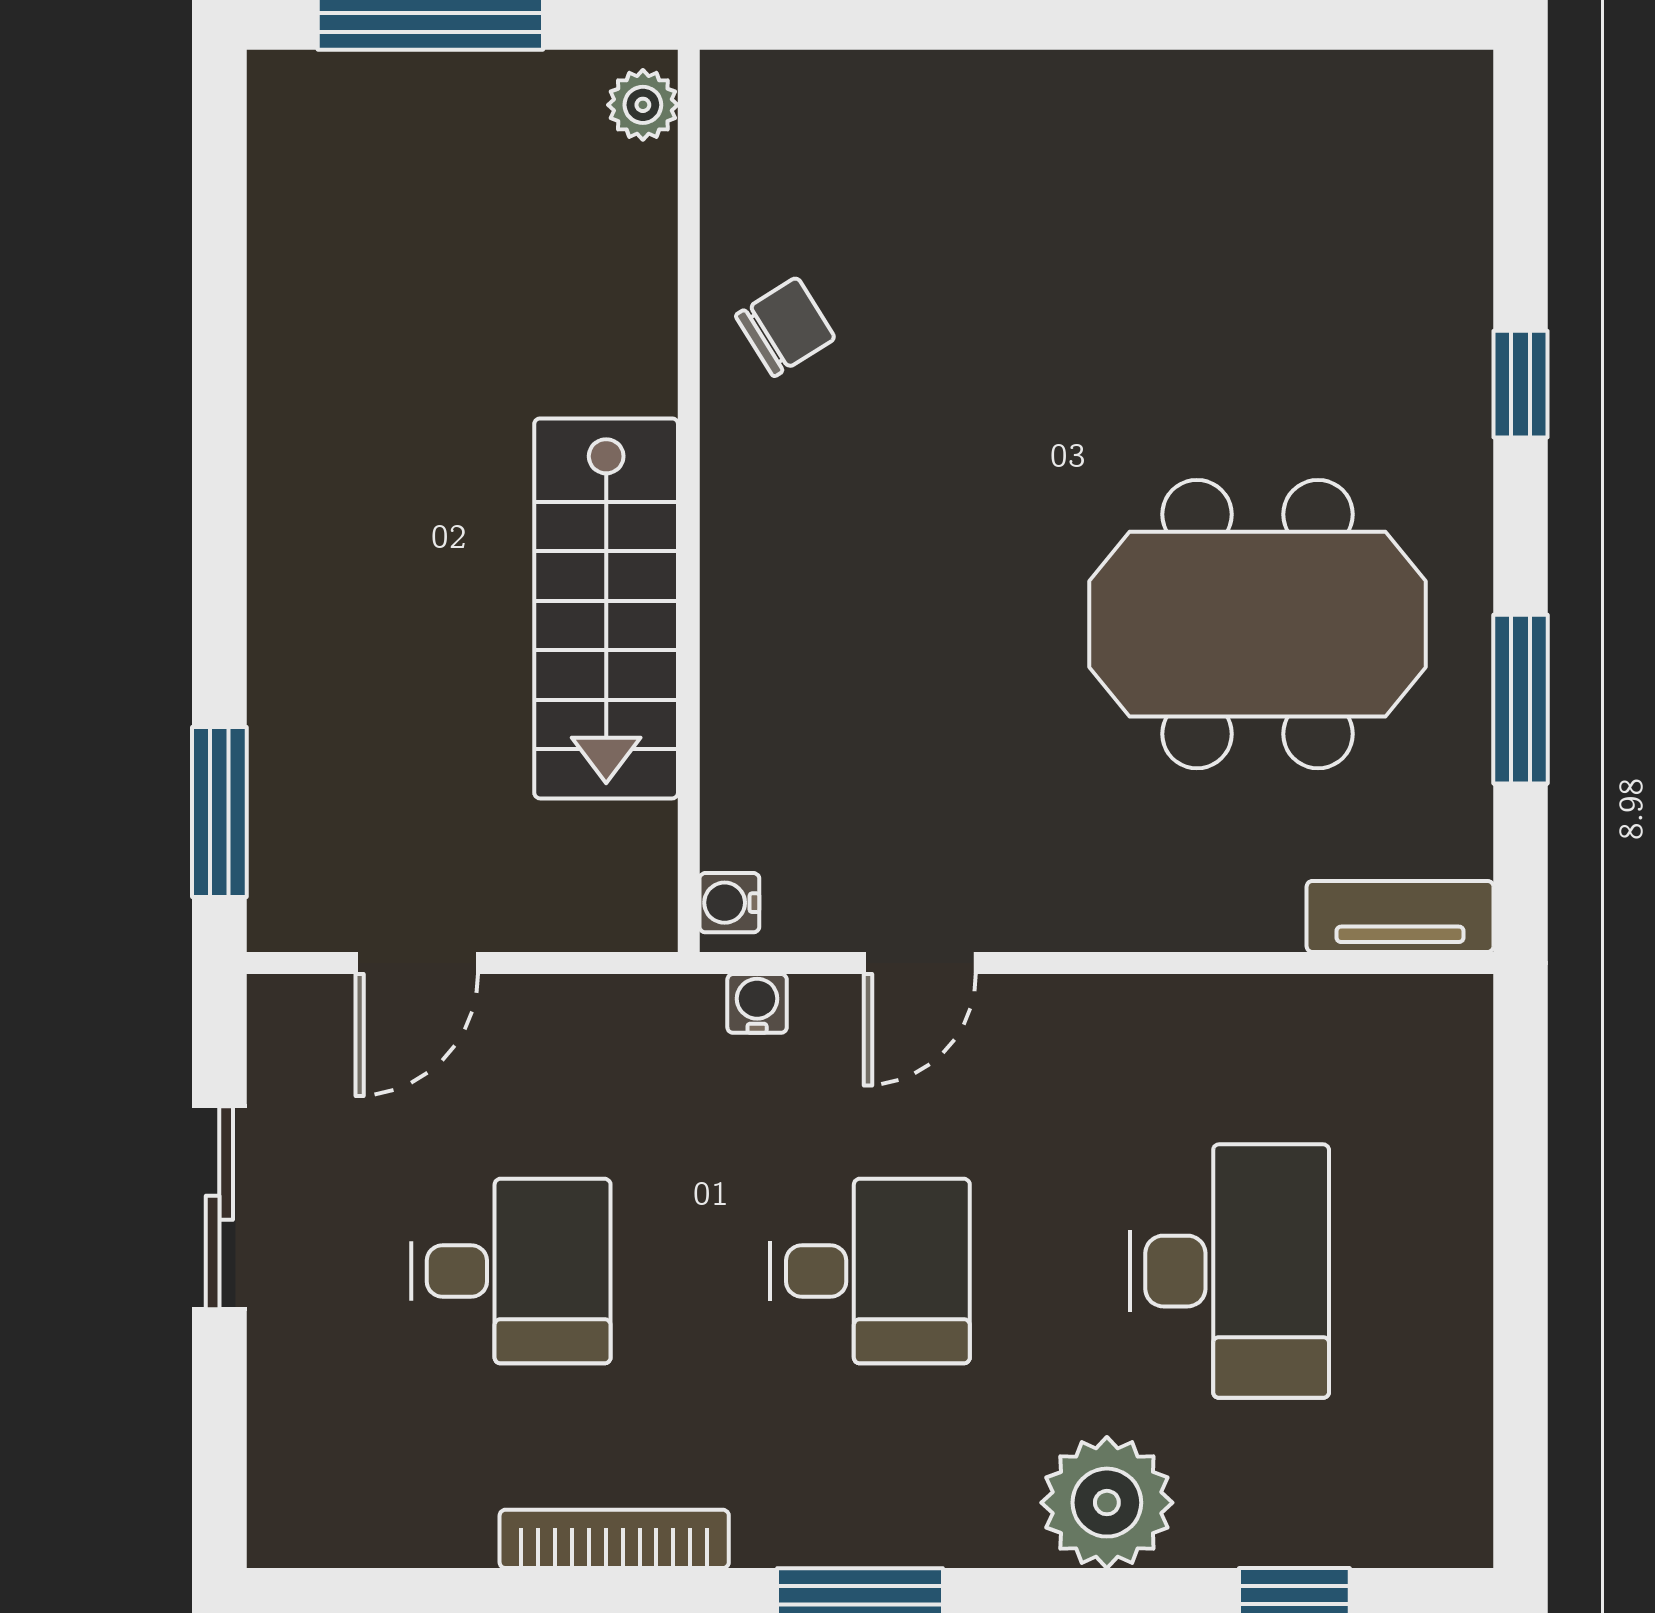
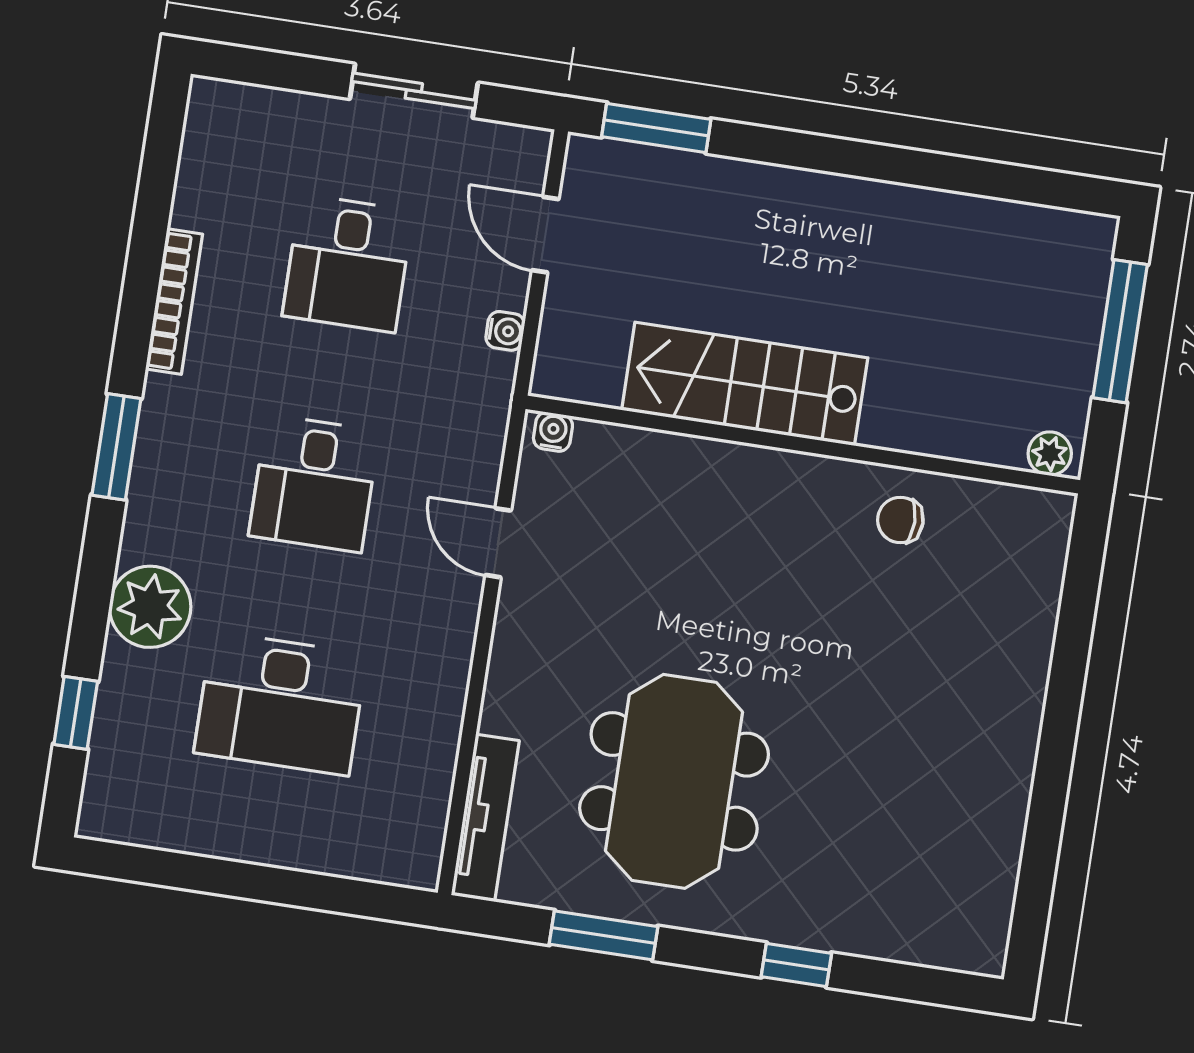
chair: (785, 327) -> (900, 520), turned 122
tv unit: (1400, 916) -> (485, 818), width x1.41
water cooler: (757, 1003) -> (505, 331), moved

